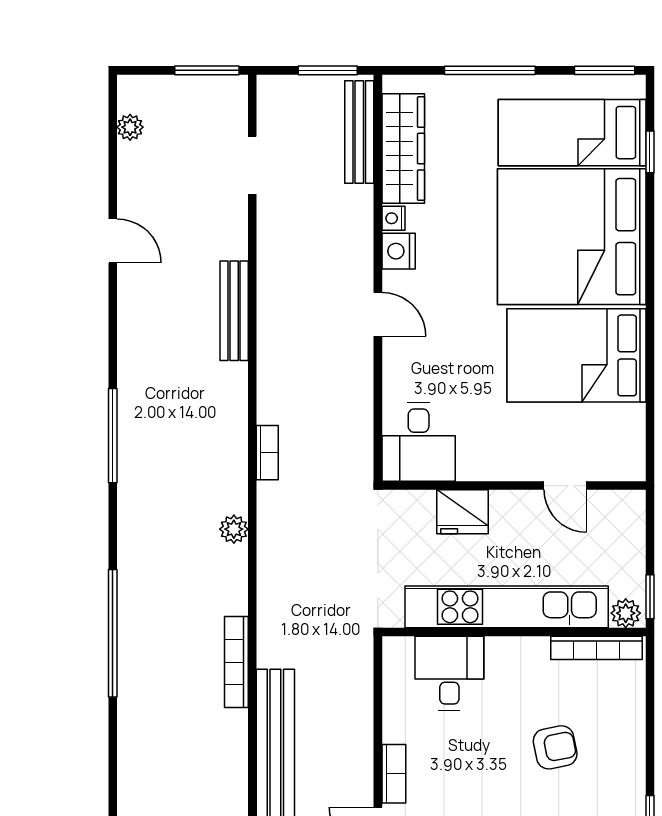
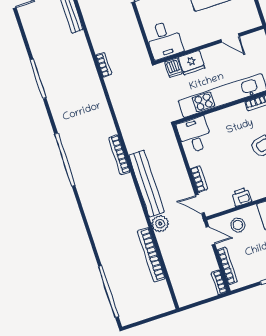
dishwasher: (419, 510) -> (173, 68), added
plant: (234, 529) -> (100, 101), removed
desk: (449, 673) -> (195, 135), moved

